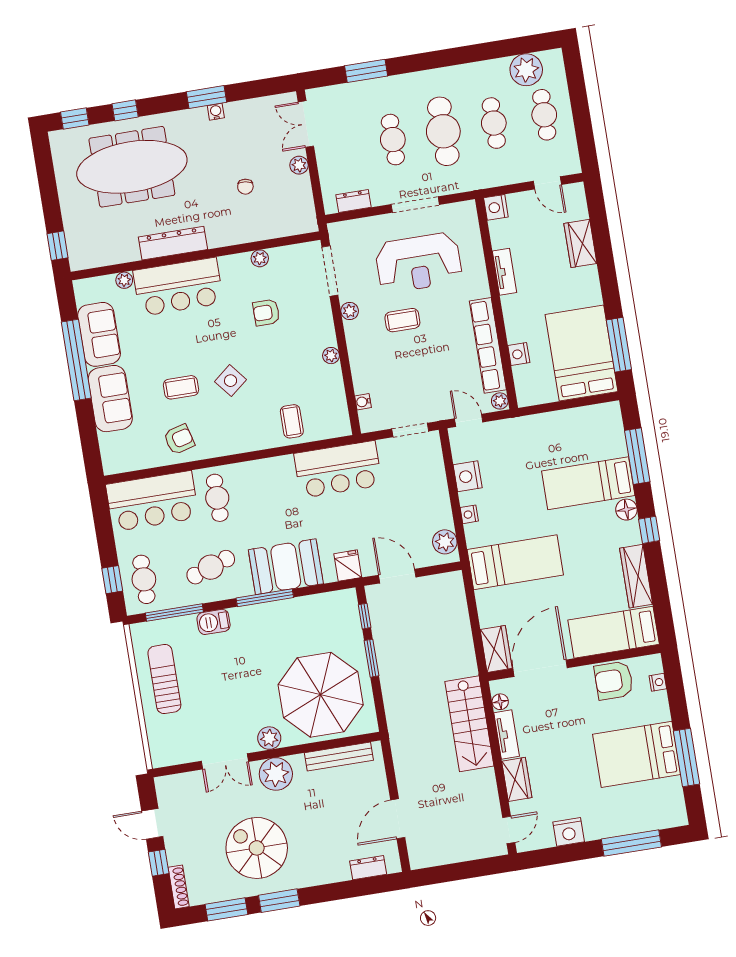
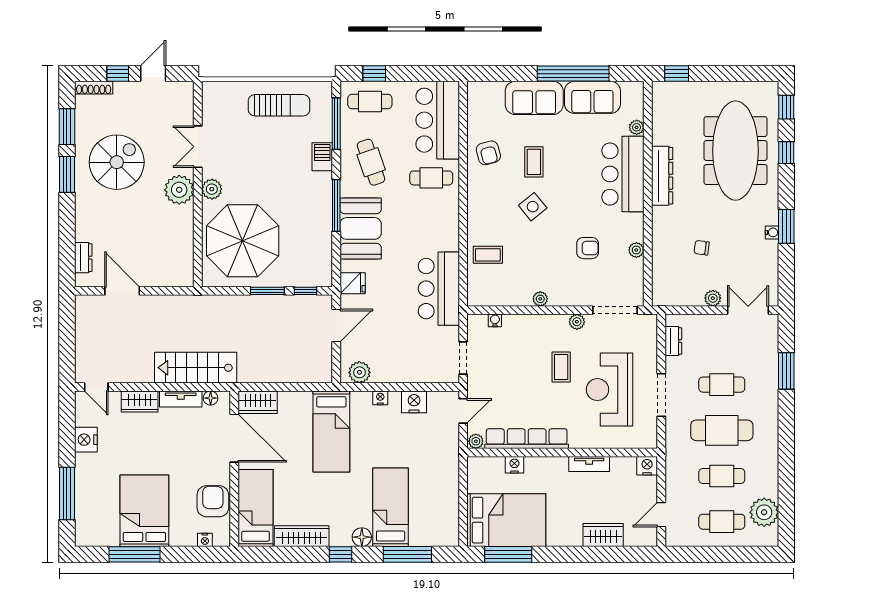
armchair: (266, 312) -> (588, 248), turned 90
bench: (339, 756) -> (186, 248), removed

